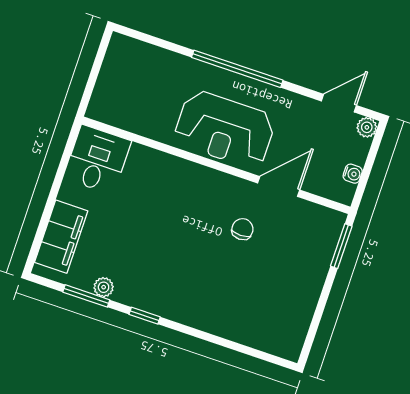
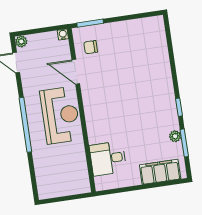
desk: (97, 160) -> (108, 158), moved
water cooler: (353, 174) -> (63, 35), moved
chair: (242, 229) -> (91, 47), moved

